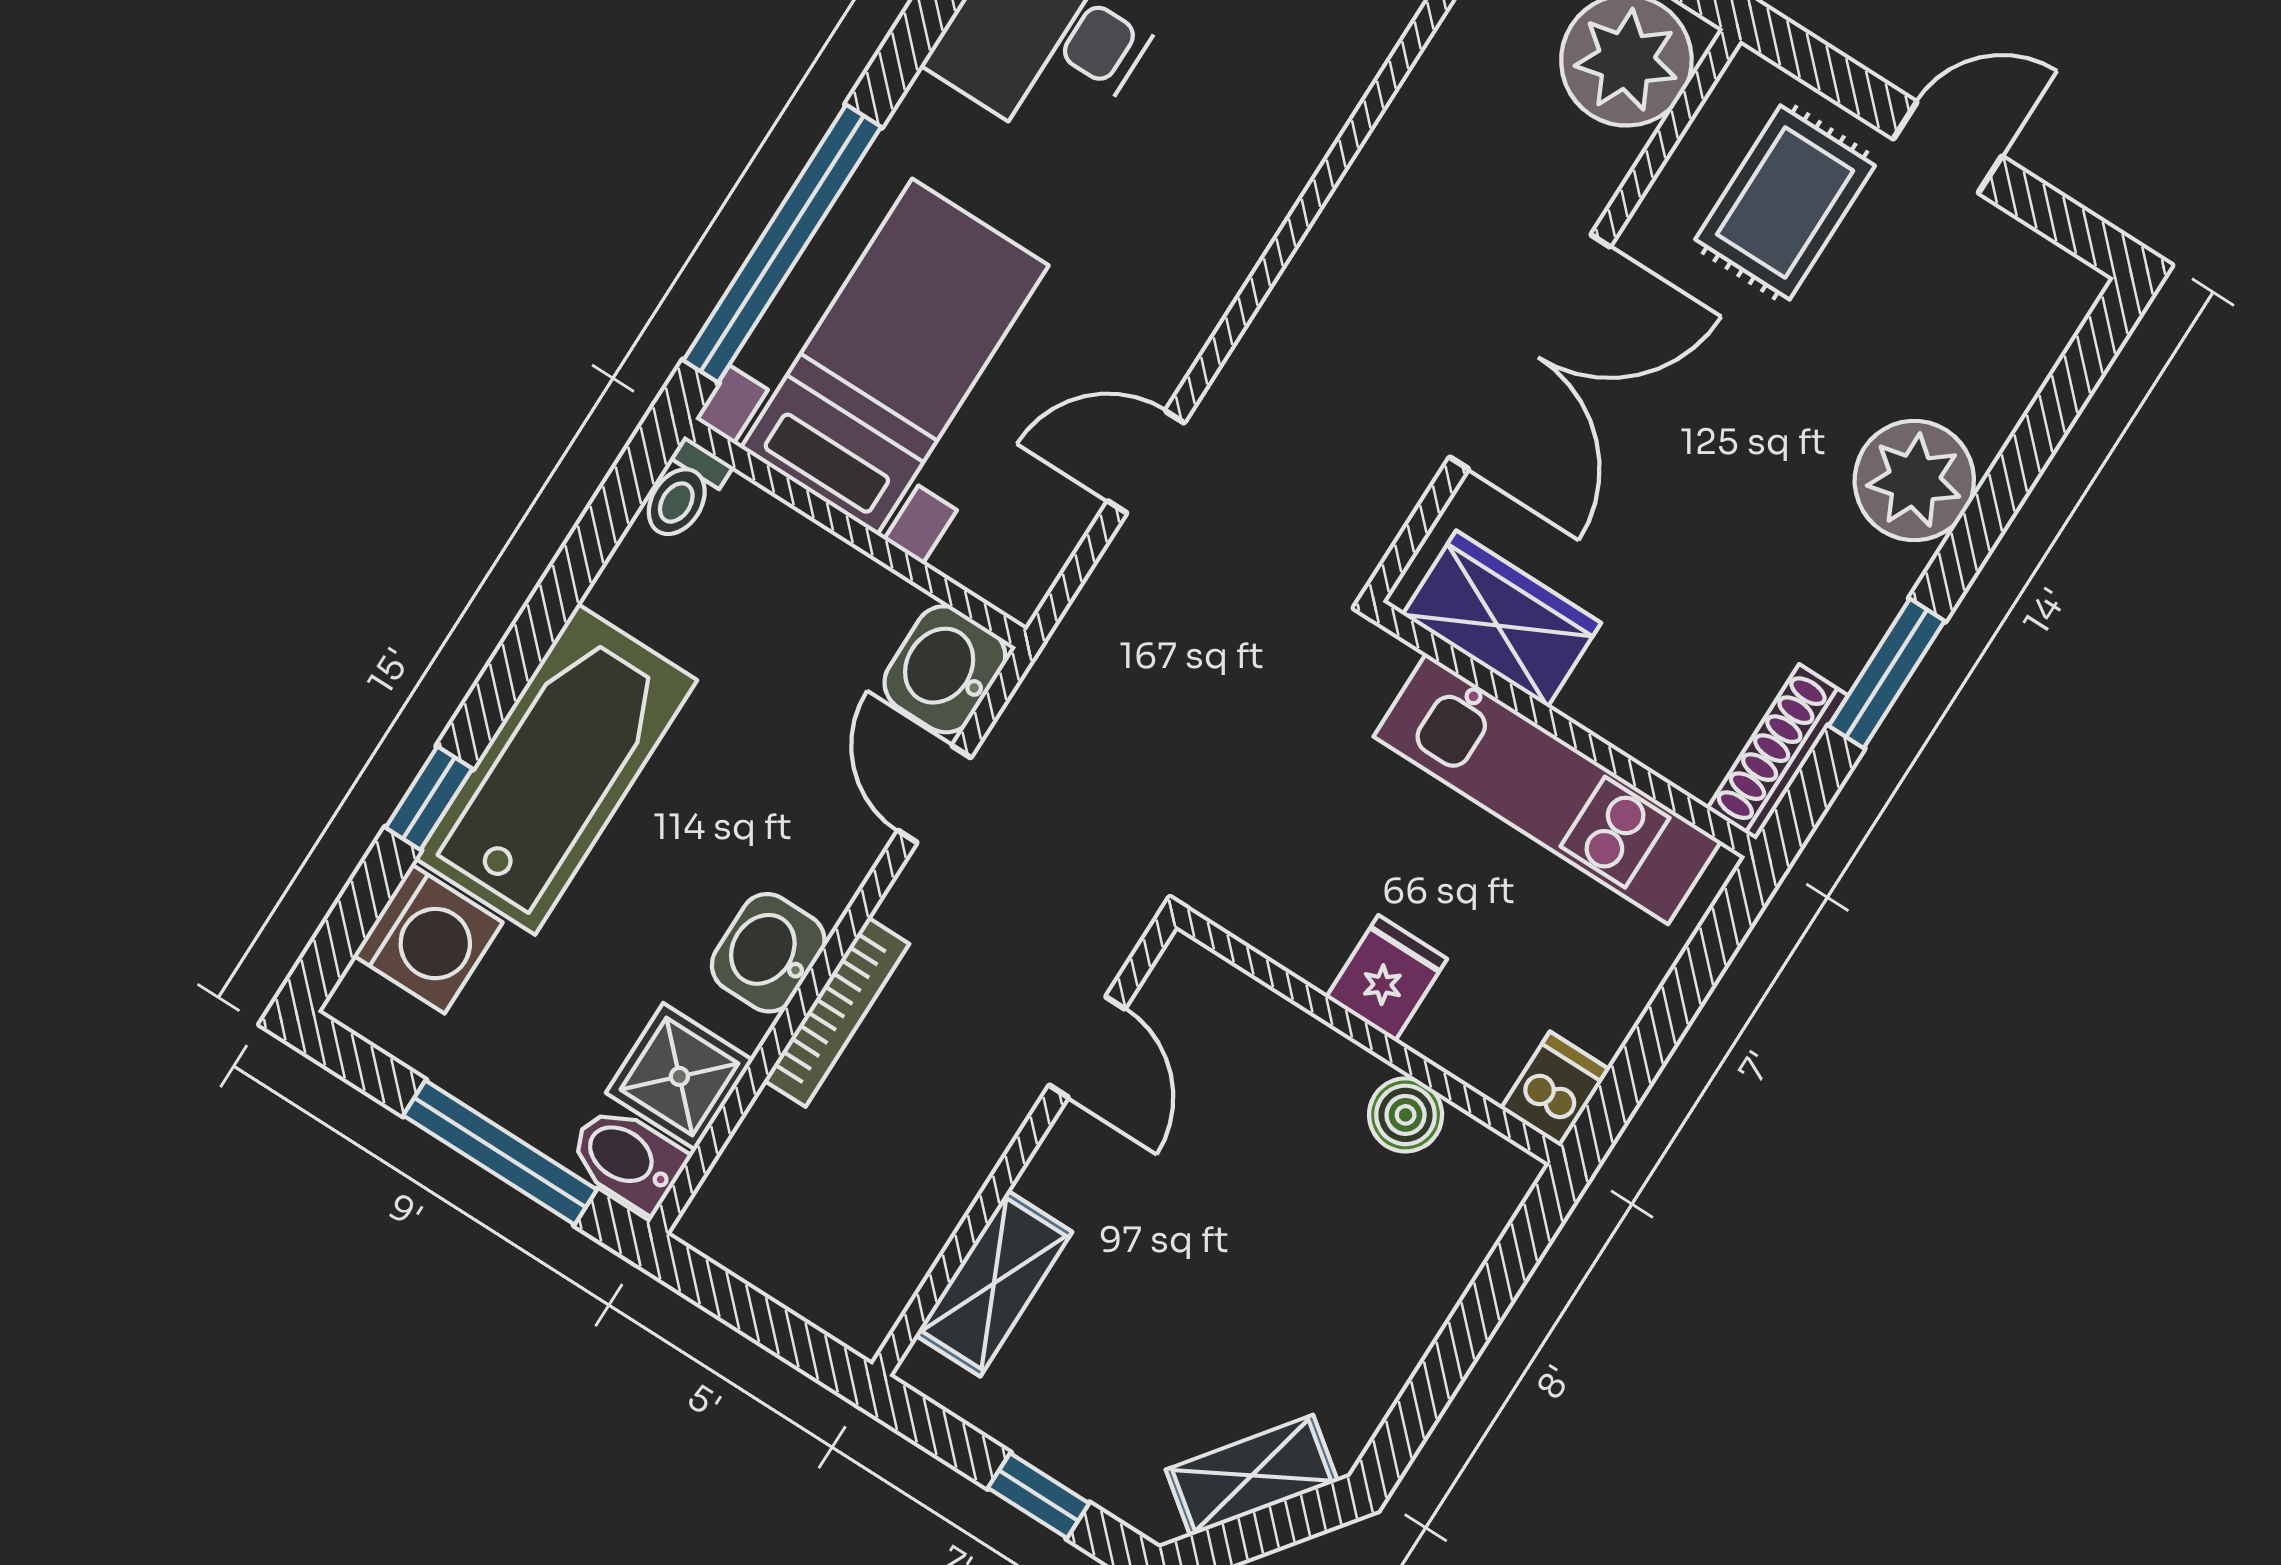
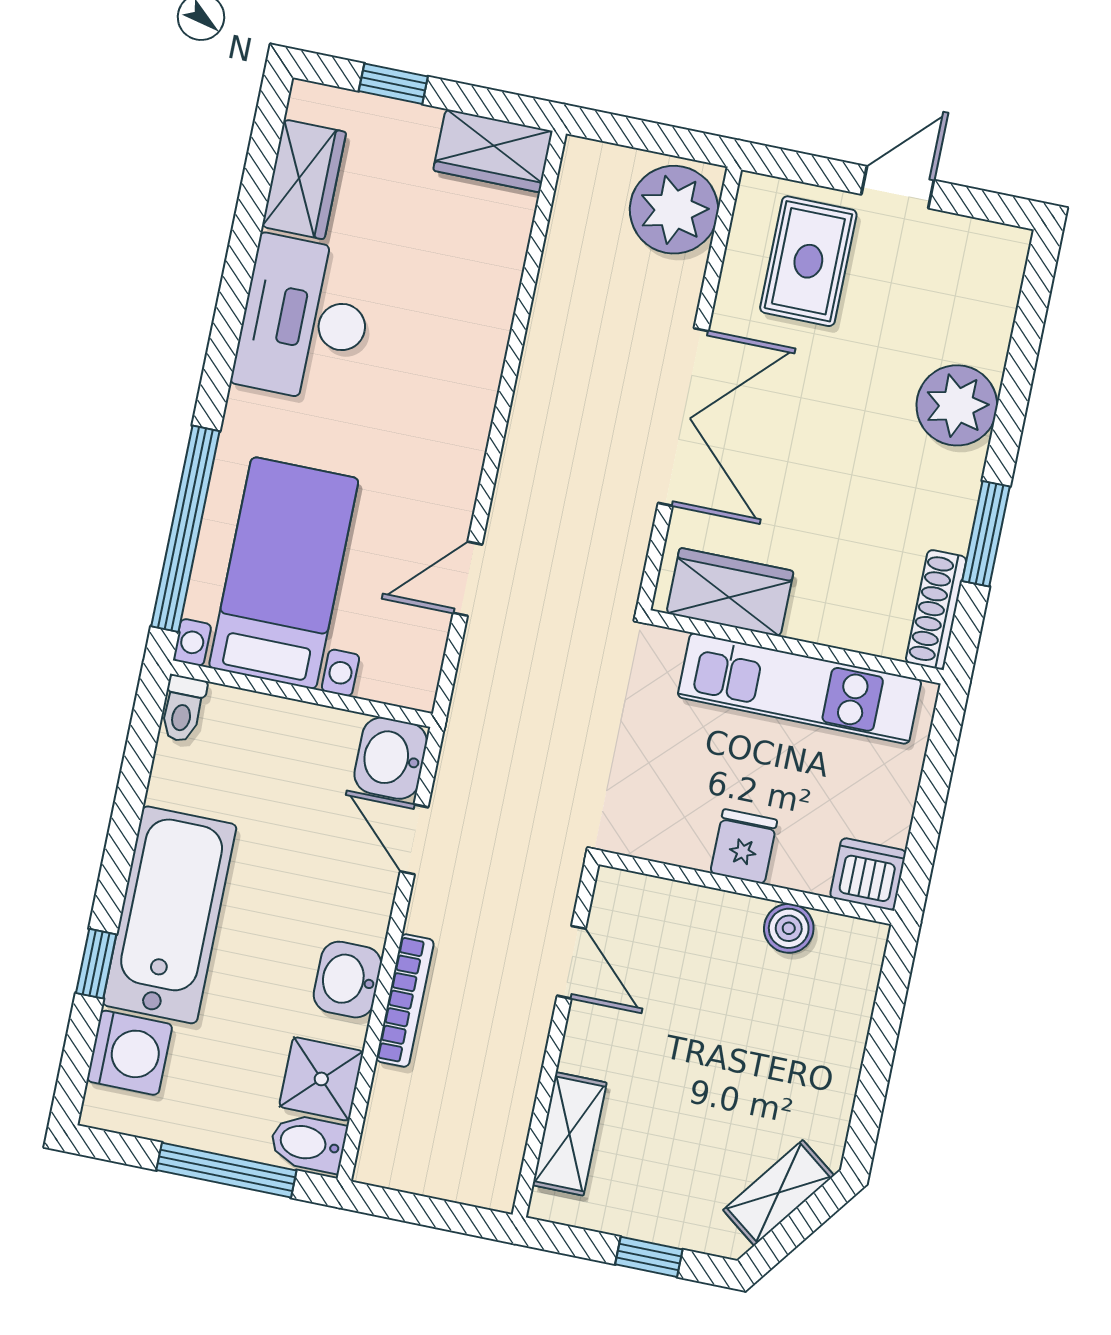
dishwasher: (1555, 1089) -> (868, 874), width x1.38

